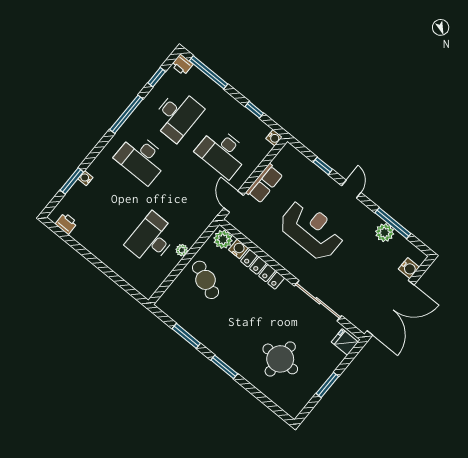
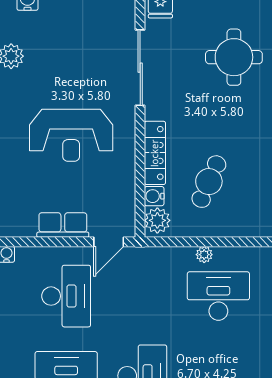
reception desk: (312, 230) -> (71, 135), turned -90
desk: (152, 239) -> (218, 296), turned 180
cafe table: (206, 280) -> (209, 182), moved

